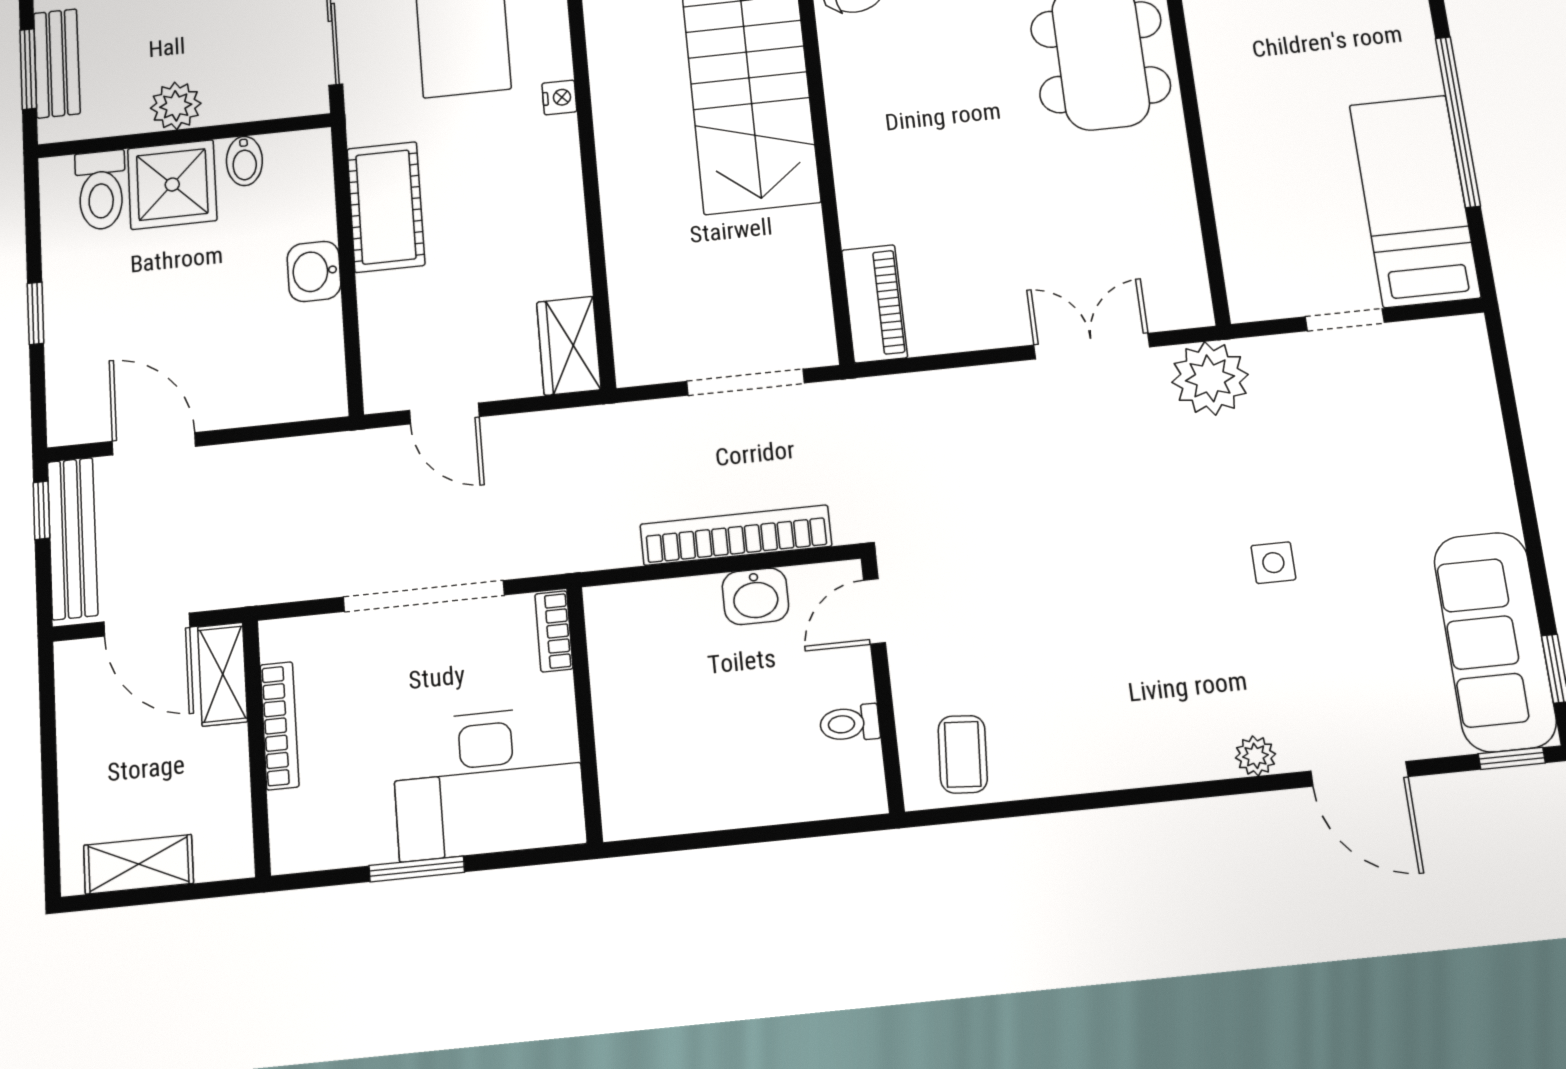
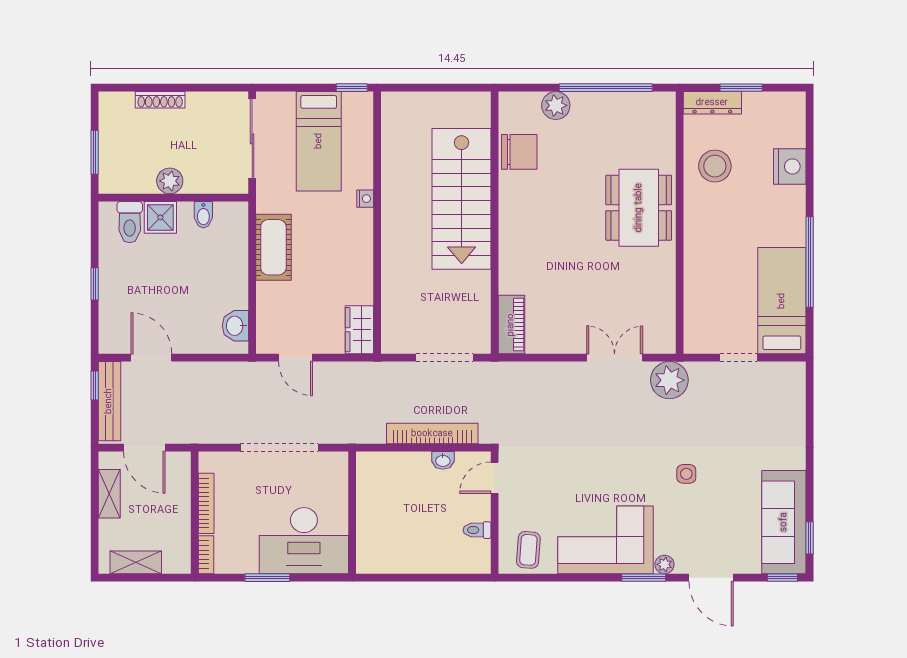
bench: (57, 63) -> (109, 151), removed
shower: (172, 185) -> (160, 217), width x0.73, depth x0.73
washbasin: (314, 271) -> (235, 326), moved
washbasin: (755, 596) -> (443, 460), width x0.72, depth x0.69
bookcase: (554, 631) -> (206, 555), moved, turned 180
shelving: (223, 674) -> (109, 494), moved
corner sofa: (1123, 717) -> (605, 540), added
window: (1215, 788) -> (644, 578), added

